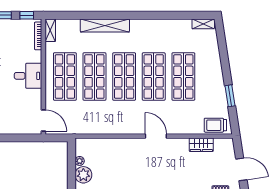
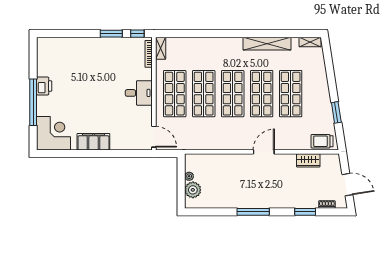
shelving: (105, 25) -> (267, 44), moved
door: (156, 136) -> (264, 152), hinge flipped

